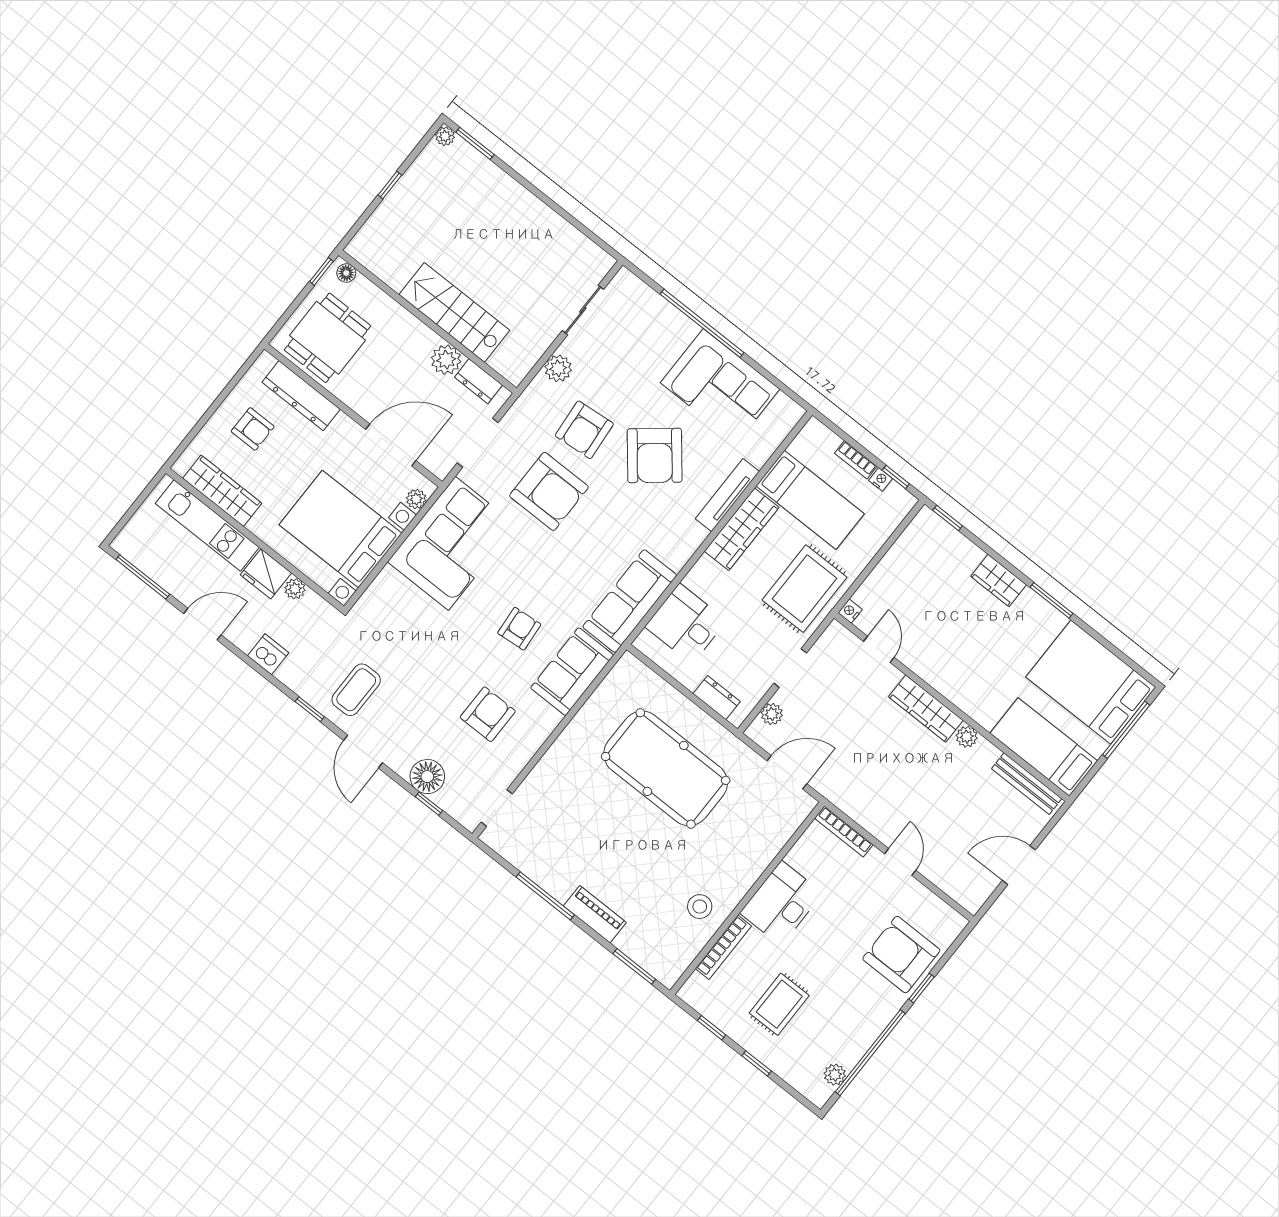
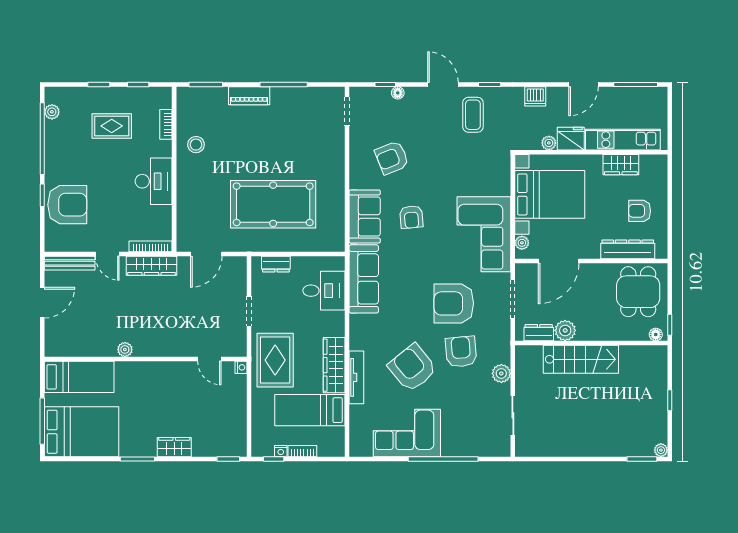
wardrobe: (222, 491) -> (621, 165), width x0.67
wardrobe: (926, 709) -> (152, 266), moved, turned 180
armchair: (488, 714) -> (392, 158), turned 68
plant: (772, 714) -> (239, 279), removed
floor lamp: (427, 777) -> (398, 93), width x0.53, depth x0.53
bench: (1027, 784) -> (70, 263), moved
bookcase: (723, 947) -> (166, 124), width x0.64
rug: (779, 1004) -> (112, 126), turned 90

